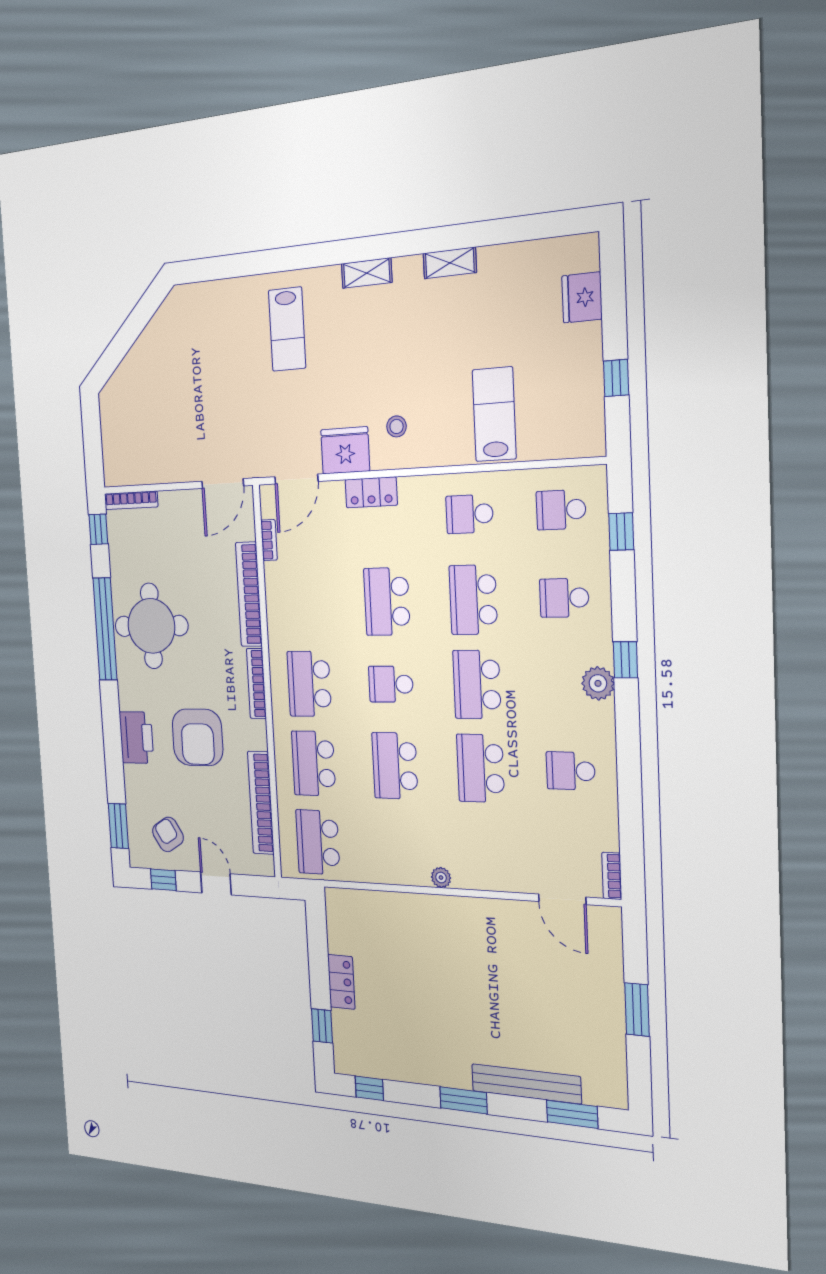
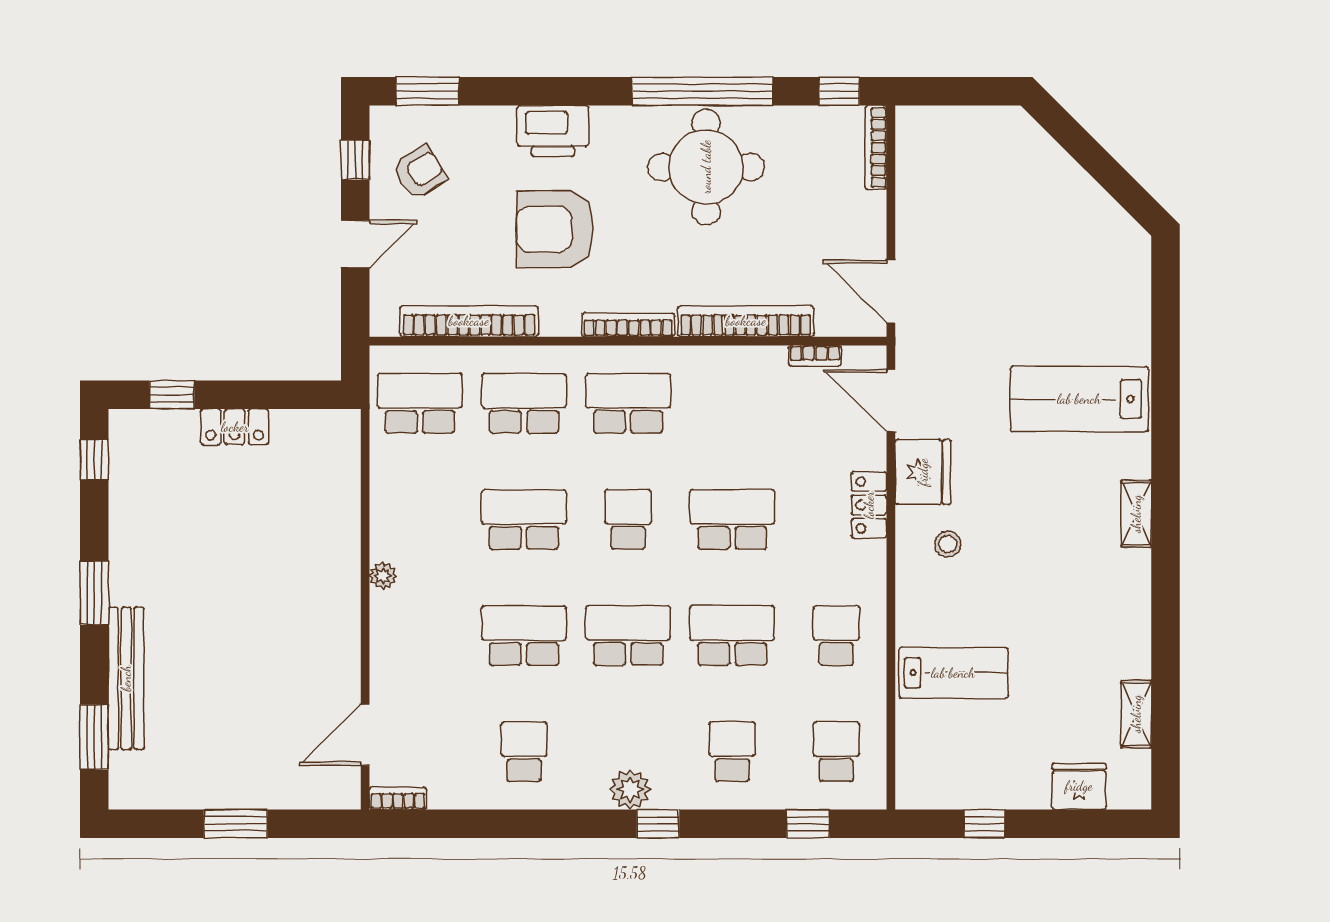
shelving: (450, 263) -> (1136, 714), moved
lab bench: (287, 329) -> (1079, 399), width x1.36, depth x1.39

